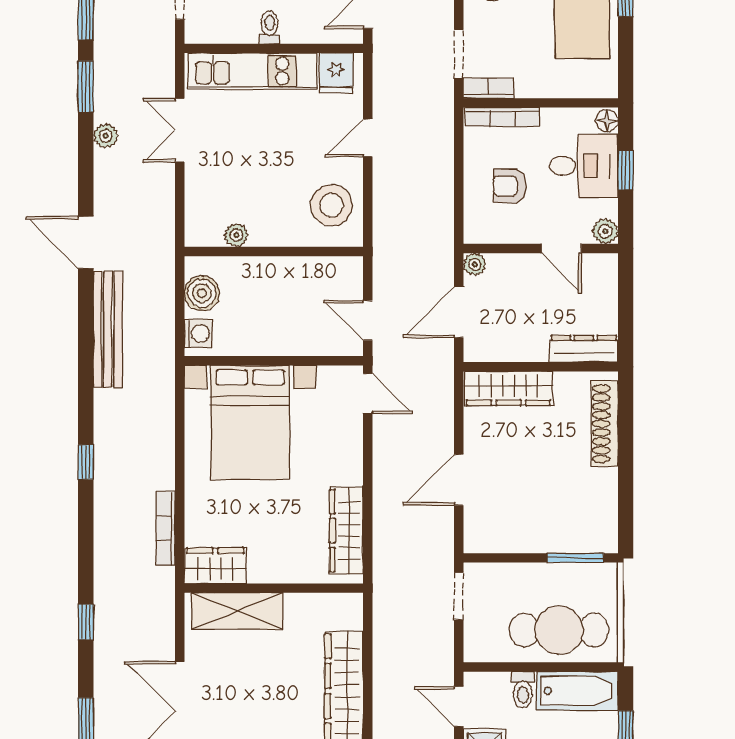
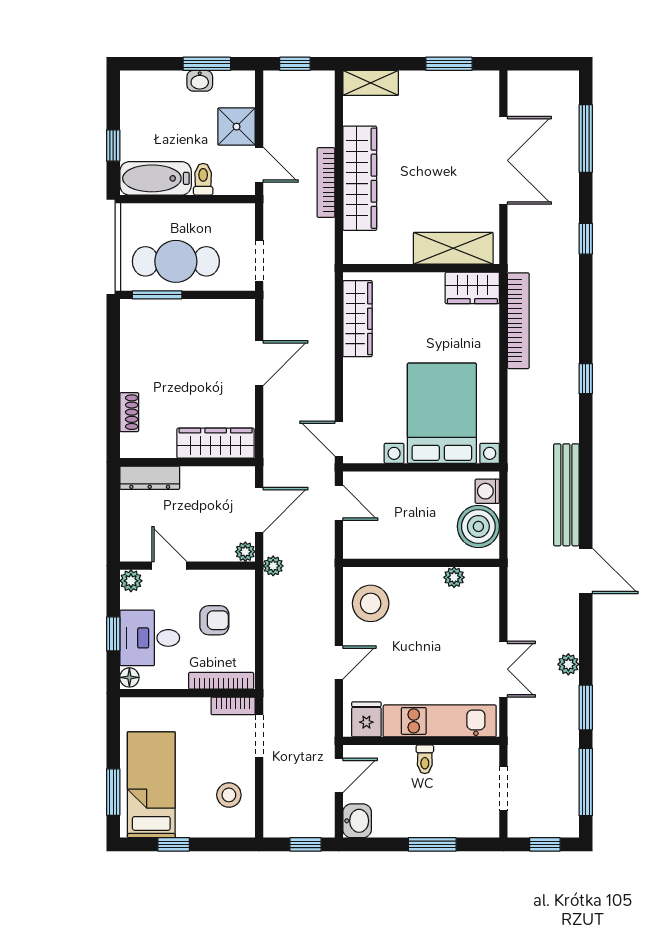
plant: (443, 248) -> (273, 566), added
boiler: (202, 293) -> (478, 526), width x1.37, depth x1.37
shoe rack: (605, 424) -> (129, 412), width x0.51, depth x0.81
bookcase: (166, 528) -> (518, 321), width x1.48, depth x1.31
cafe table: (559, 630) -> (176, 261), moved
bookcase: (383, 686) -> (326, 183), added

